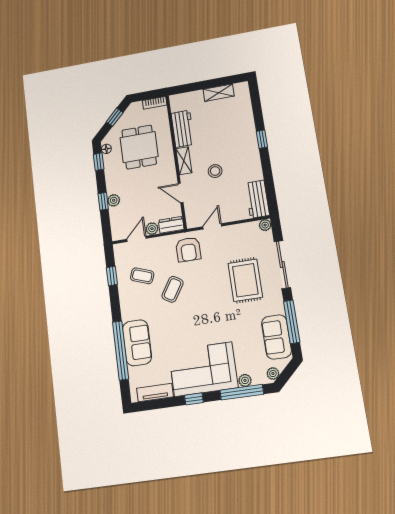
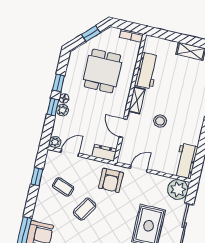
floor lamp: (106, 149) -> (64, 98), moved
window: (99, 162) -> (58, 83), moved
plant: (265, 225) -> (178, 189), width x1.88, depth x1.88
plant: (152, 229) -> (55, 142), moved

